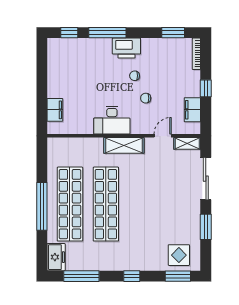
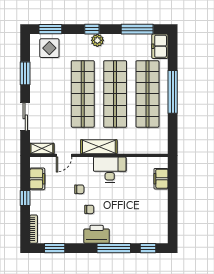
sliding door: (206, 179) -> (25, 117), width x0.73
shop shelf: (142, 204) -> (83, 94), added
plant: (126, 264) -> (97, 40), added

